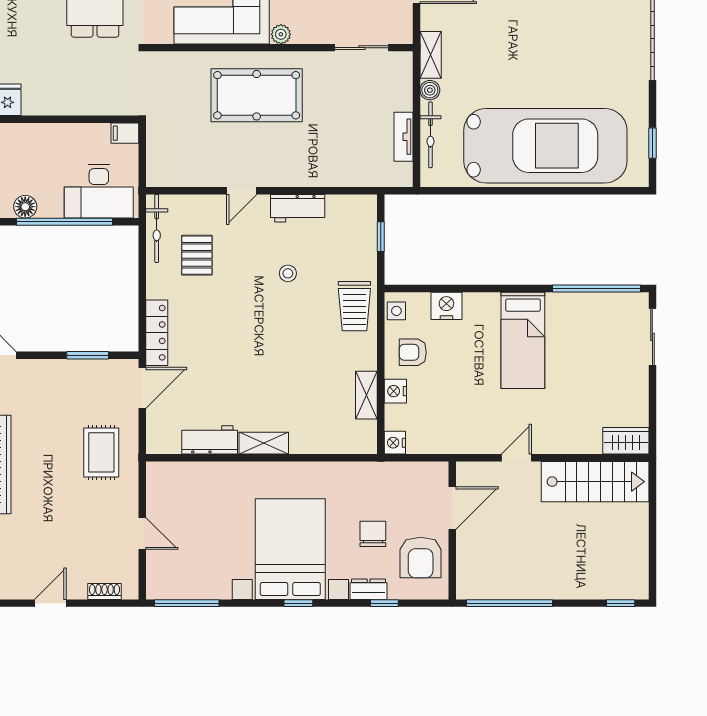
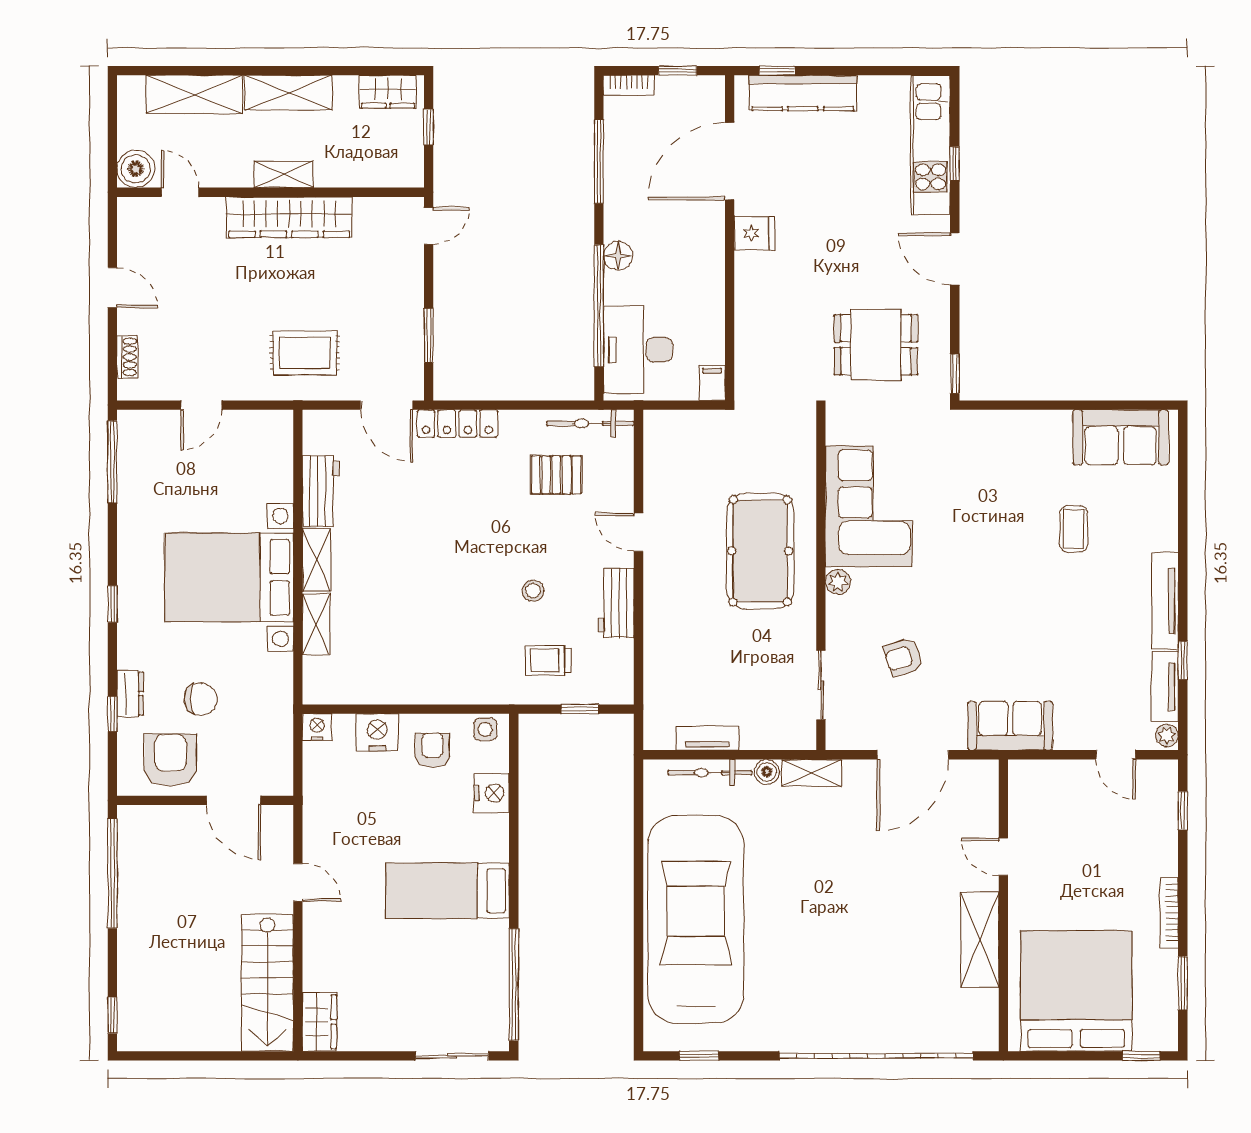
car: (545, 146) -> (696, 919), turned 180
trolley: (354, 306) -> (548, 660), moved, width x0.73, depth x0.72
nightstand: (395, 391) -> (377, 733), width x1.36, depth x1.33
shelving: (366, 395) -> (316, 624), moved, turned 90
bed with nightstands: (290, 549) -> (229, 577), moved, turned 180
armchair: (421, 558) -> (171, 760), turned 90

